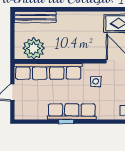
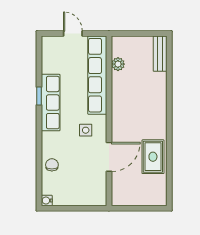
bench: (35, 17) -> (160, 54), width x0.73
plant: (34, 48) -> (118, 64), width x0.53, depth x0.53

